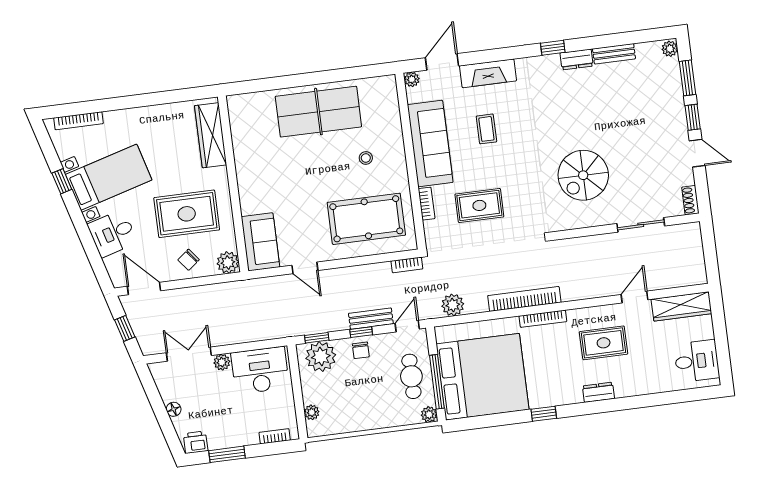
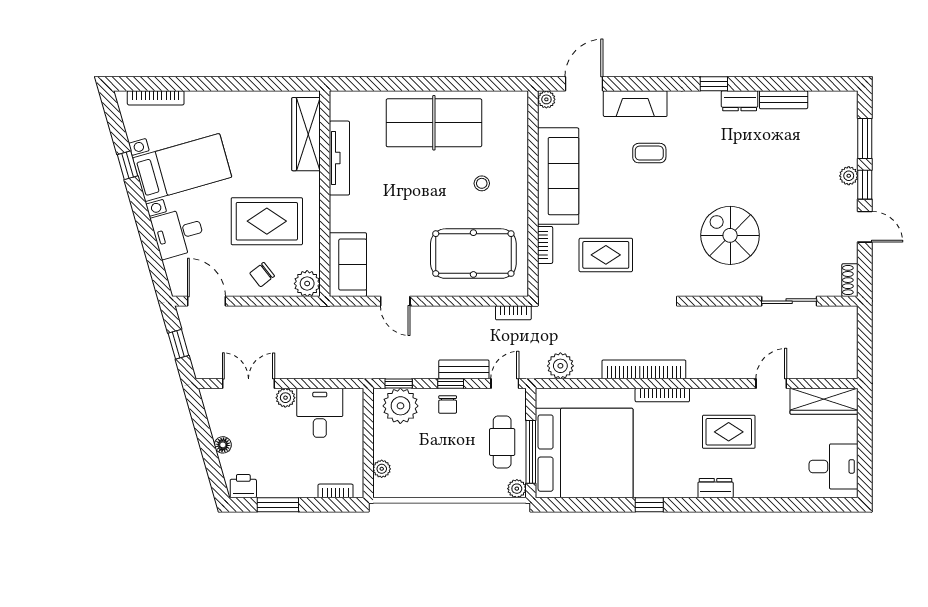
plant: (670, 49) -> (849, 176), moved
coffee table: (486, 129) -> (649, 153), moved, turned 90
tv unit: (242, 152) -> (339, 158), added
spiral stairs: (583, 175) -> (730, 235), turned 90
desk: (260, 370) -> (320, 413), width x0.73

